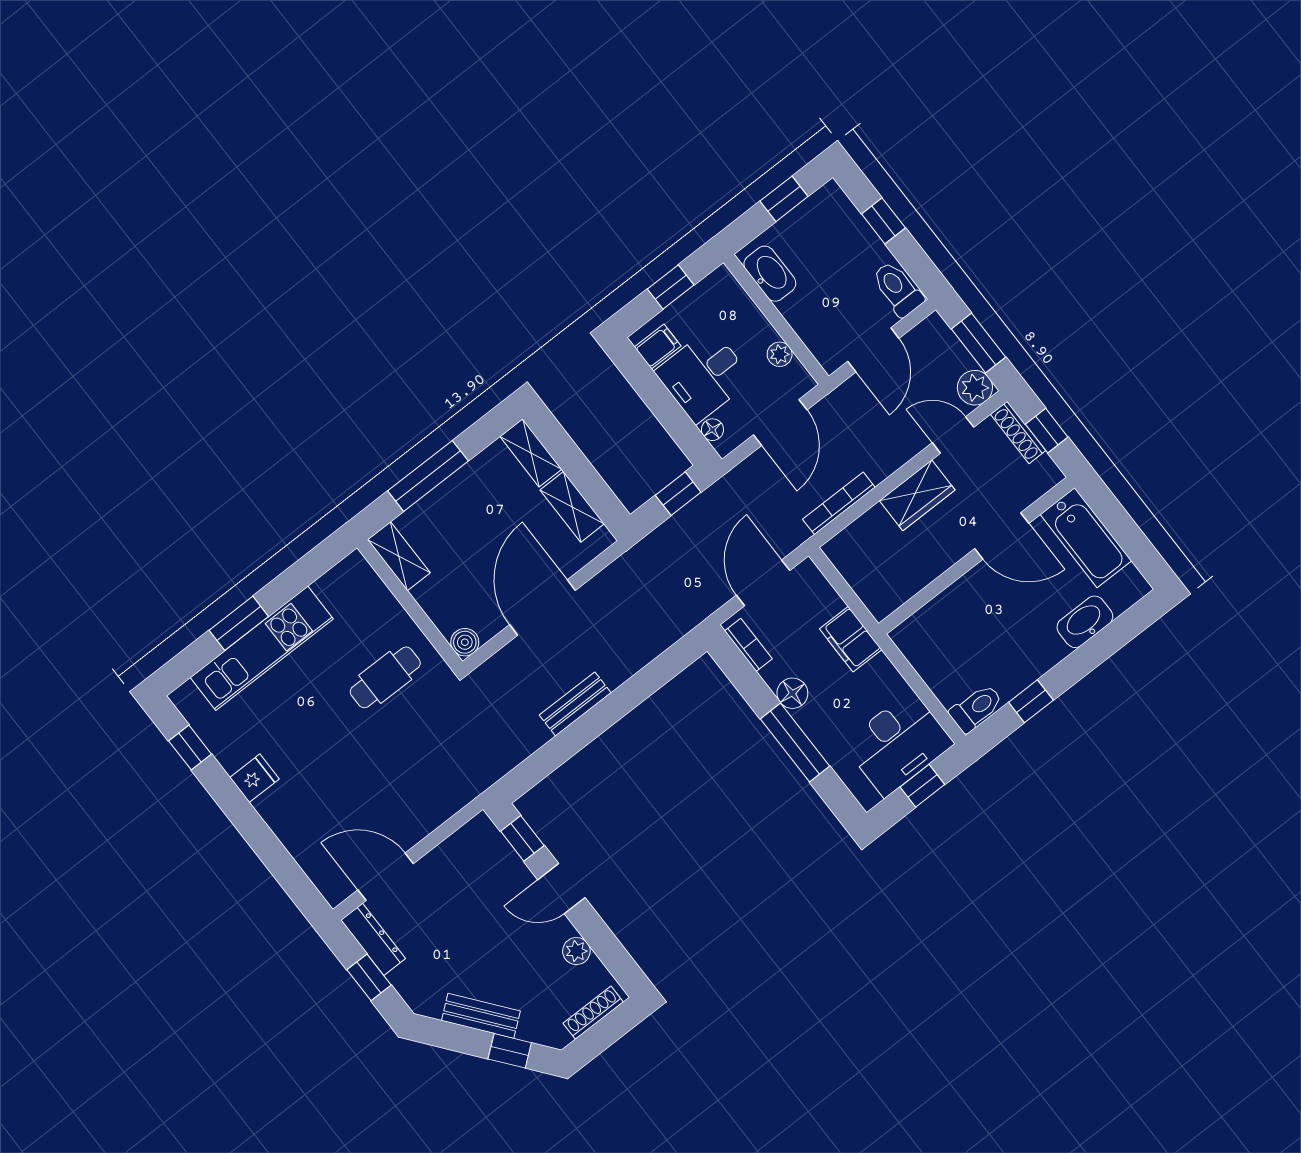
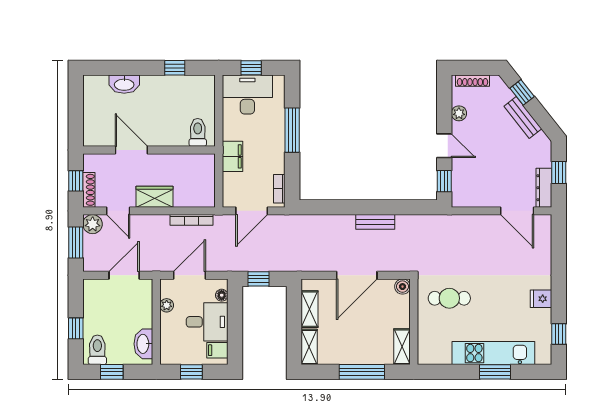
toilet: (898, 289) -> (97, 350), moved, turned 180
bathtub: (1086, 538) -> (95, 121), removed
floor lamp: (792, 693) -> (277, 153), removed
toilet: (976, 708) -> (198, 132), moved, turned 90

